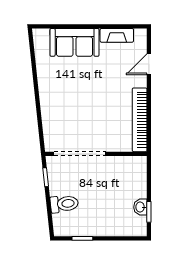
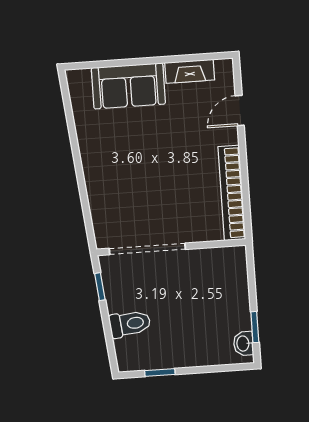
washbasin: (140, 207) -> (243, 343), moved

